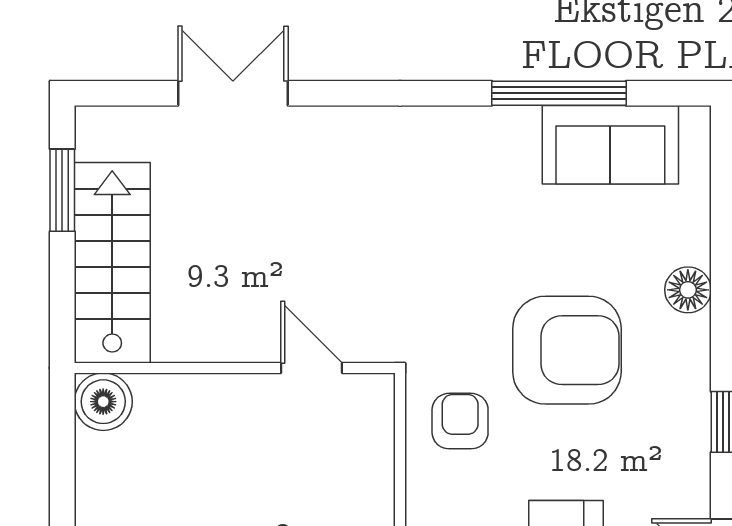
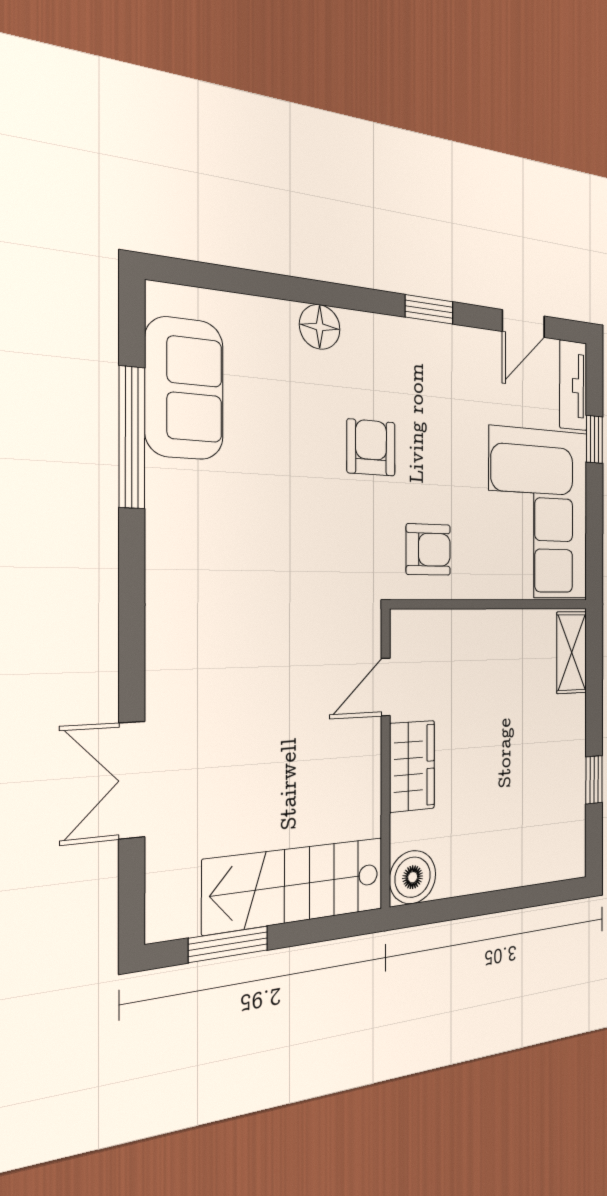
armchair: (567, 350) -> (371, 448), width x0.53, depth x0.53
wardrobe: (224, 401) -> (412, 766), added
armchair: (460, 421) -> (428, 550), turned 180

